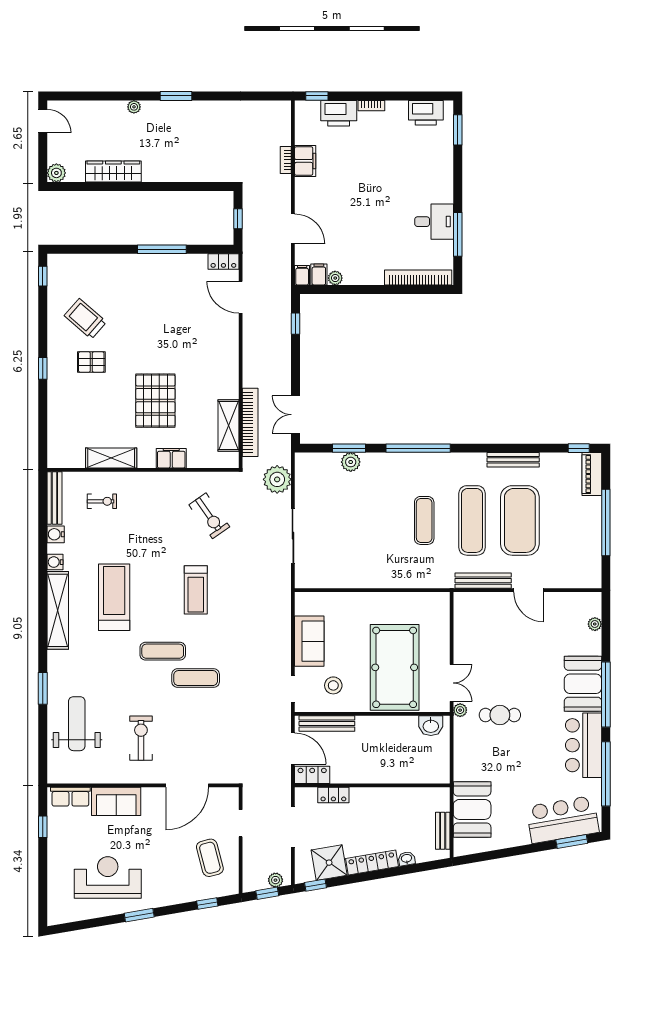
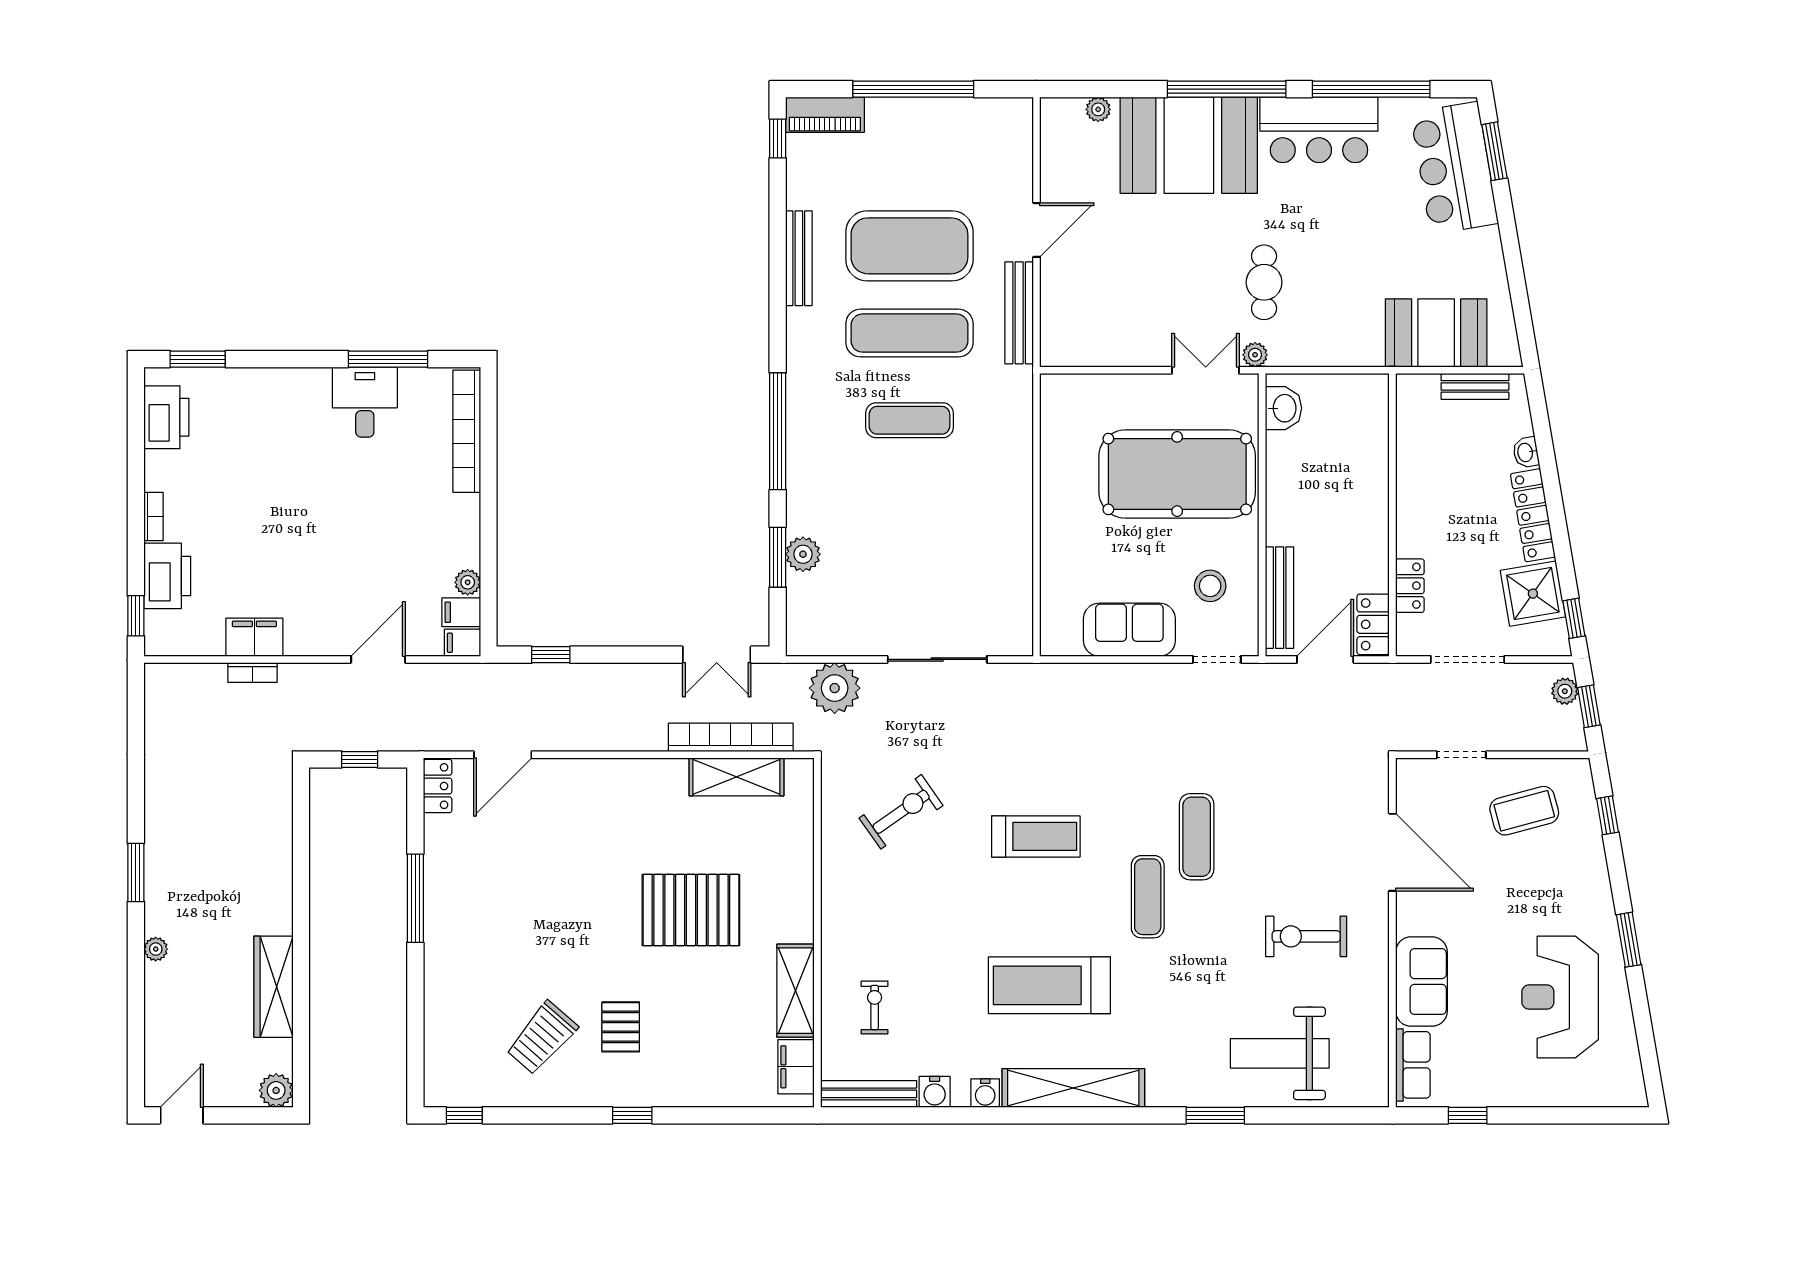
filing cabinet: (171, 458) -> (796, 1067), moved
booth: (583, 684) -> (1189, 145), width x1.36, depth x1.42

